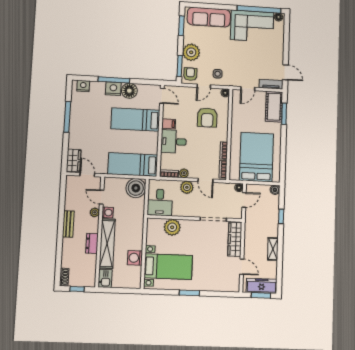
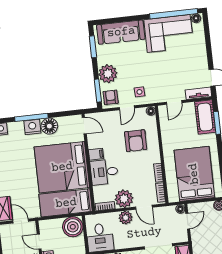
bed: (135, 120) -> (62, 167), width x2.04
plant: (184, 173) -> (124, 199), width x1.88, depth x1.88

